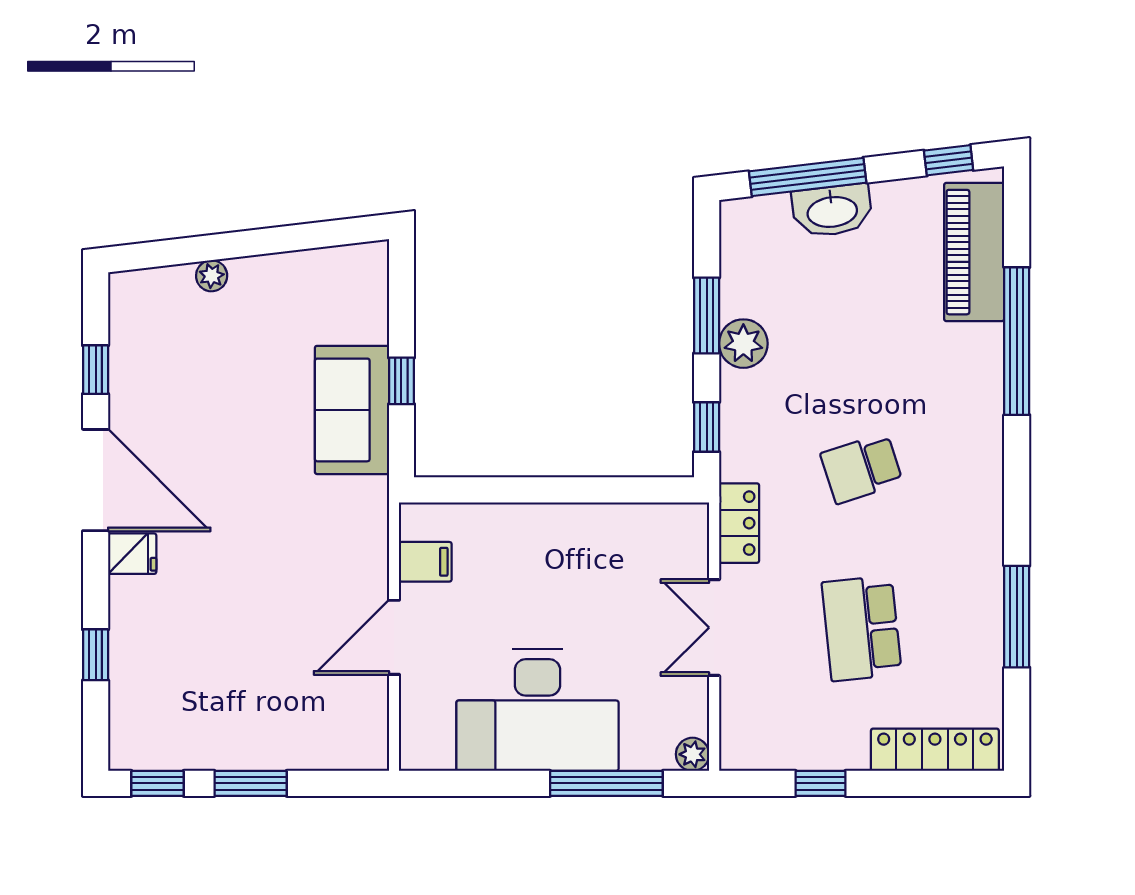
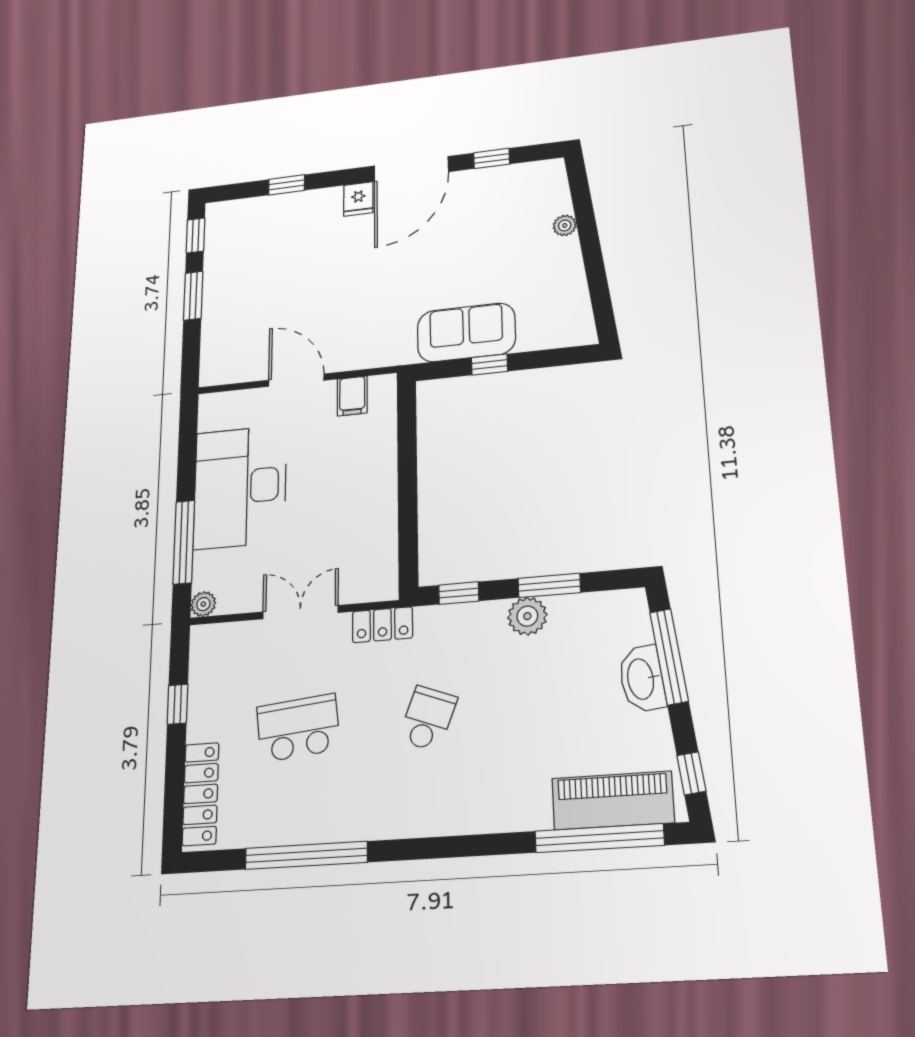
window: (1017, 341) -> (599, 838), moved
school desk: (862, 468) -> (428, 719), turned 39
window: (1017, 617) -> (306, 855), width x1.46

